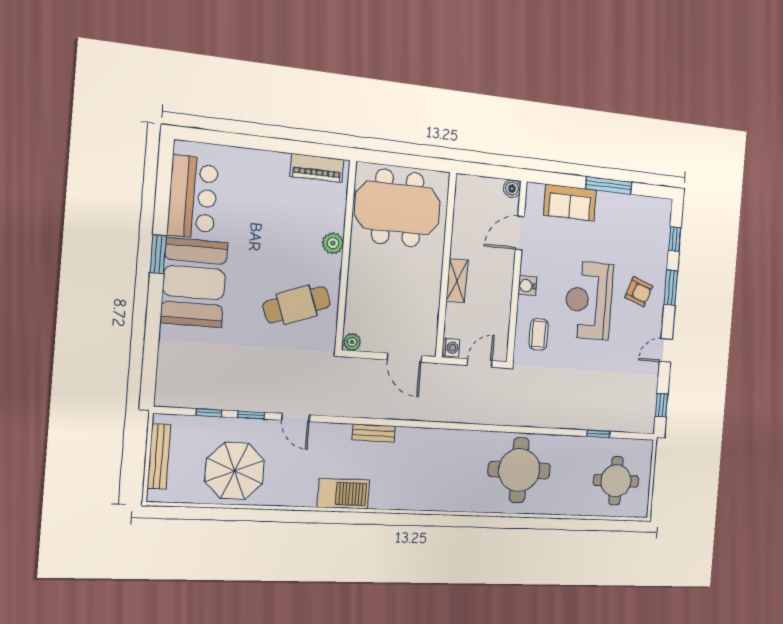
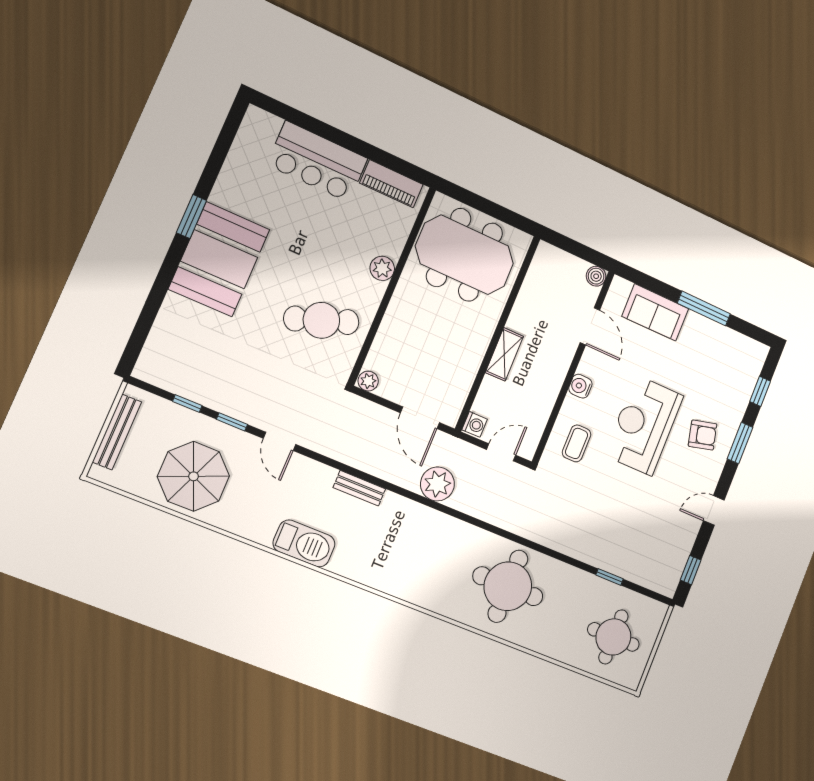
bar counter: (193, 197) -> (317, 162), moved, turned 90
door: (520, 233) -> (590, 326), swing flipped
armchair: (639, 292) -> (703, 435), turned -34
plant: (436, 407) -> (437, 484), added

